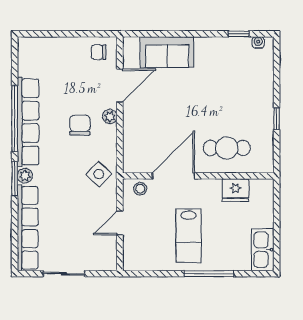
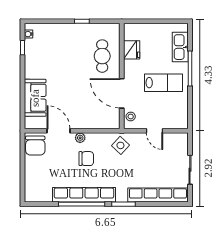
chair: (99, 52) -> (35, 146), width x1.87, depth x1.87
chair: (80, 125) -> (86, 159), turned 180
plant: (25, 176) -> (122, 197), removed
kitchen sink: (263, 250) -> (180, 47), moved, turned 90

